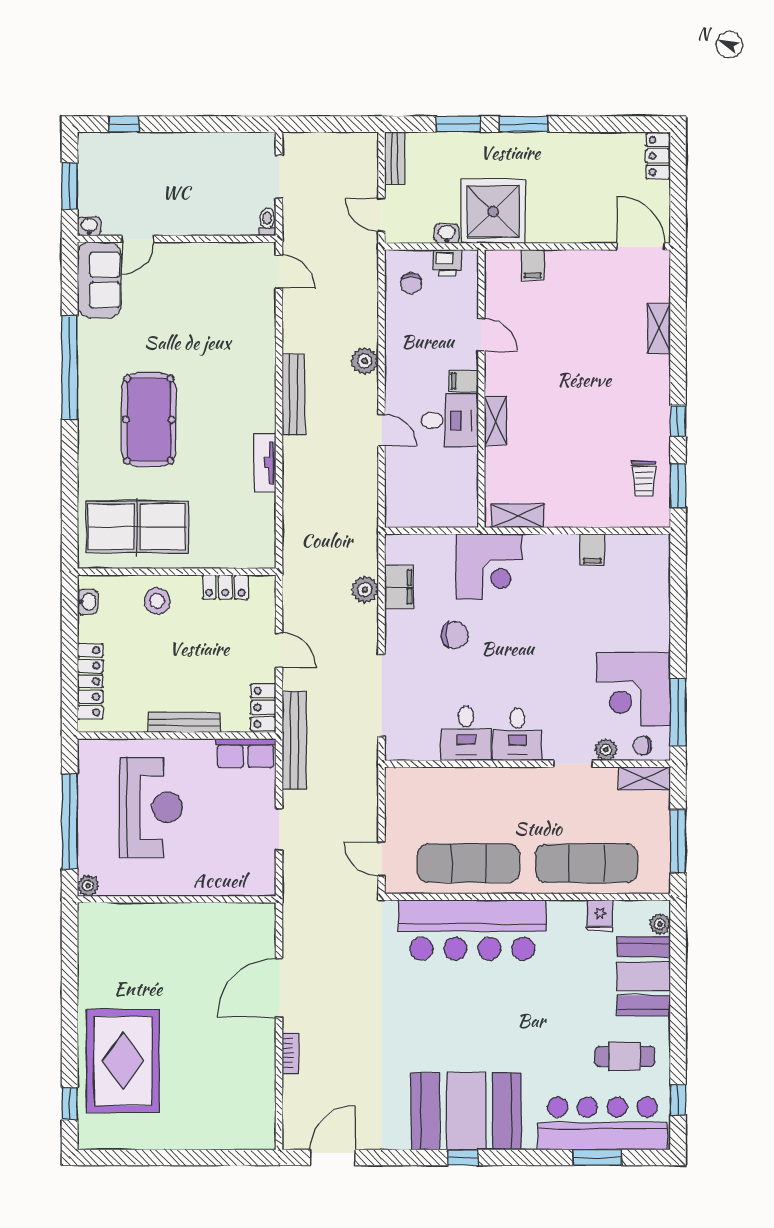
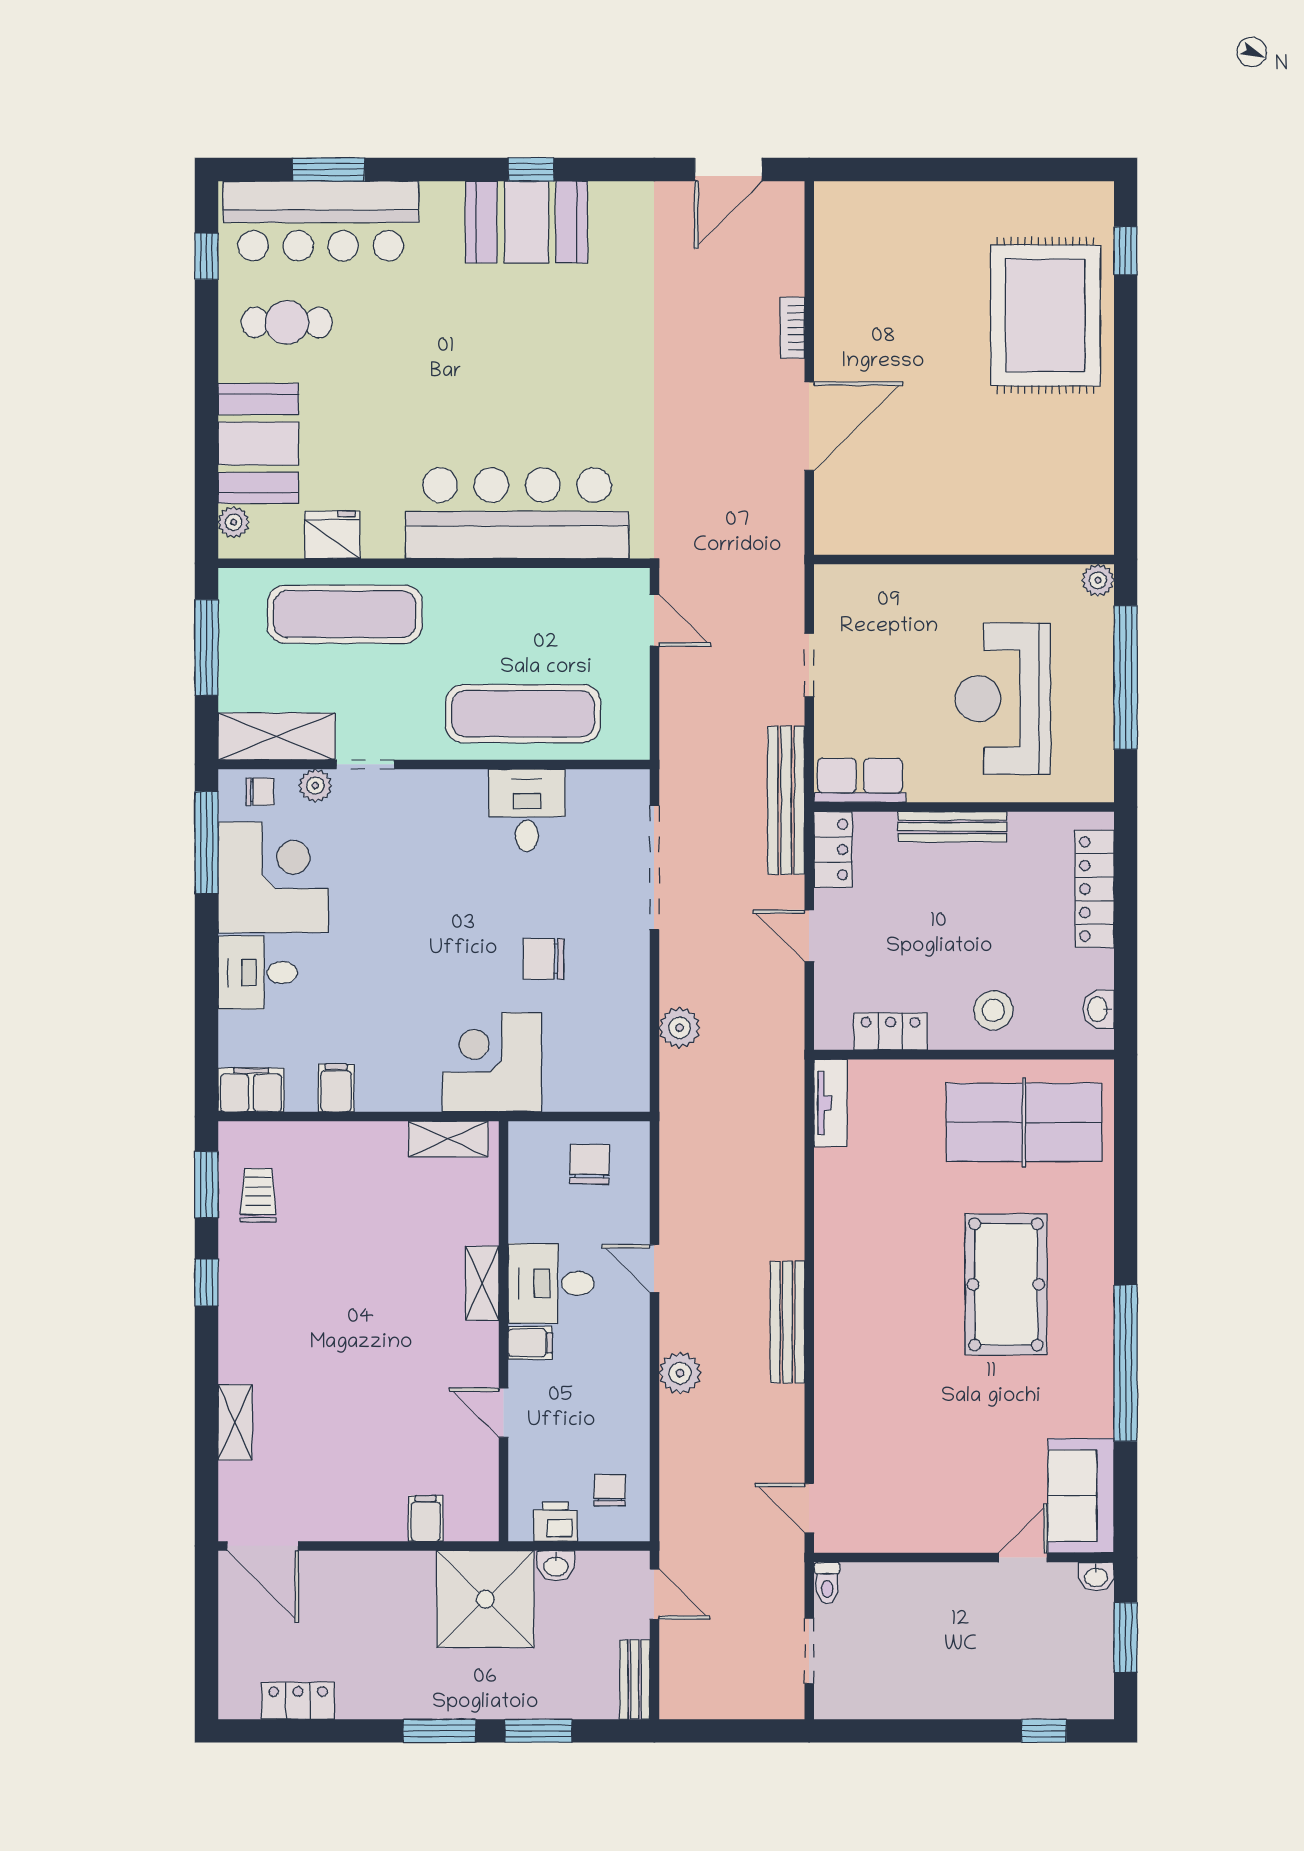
locker: (658, 156) -> (298, 1701), moved, turned -90
tv unit: (265, 463) -> (831, 1103), moved
chair: (425, 499) -> (589, 1164), added
filing cabinet: (399, 587) -> (251, 1090), moved, turned 90
desk: (518, 734) -> (258, 973), moved, turned -90
shelving: (644, 778) -> (277, 736), width x1.50, depth x1.33
exercise mat: (468, 863) -> (523, 714), moved
fridge: (600, 916) -> (332, 535), width x1.38
booth: (466, 1111) -> (526, 222), width x0.73, depth x0.70

